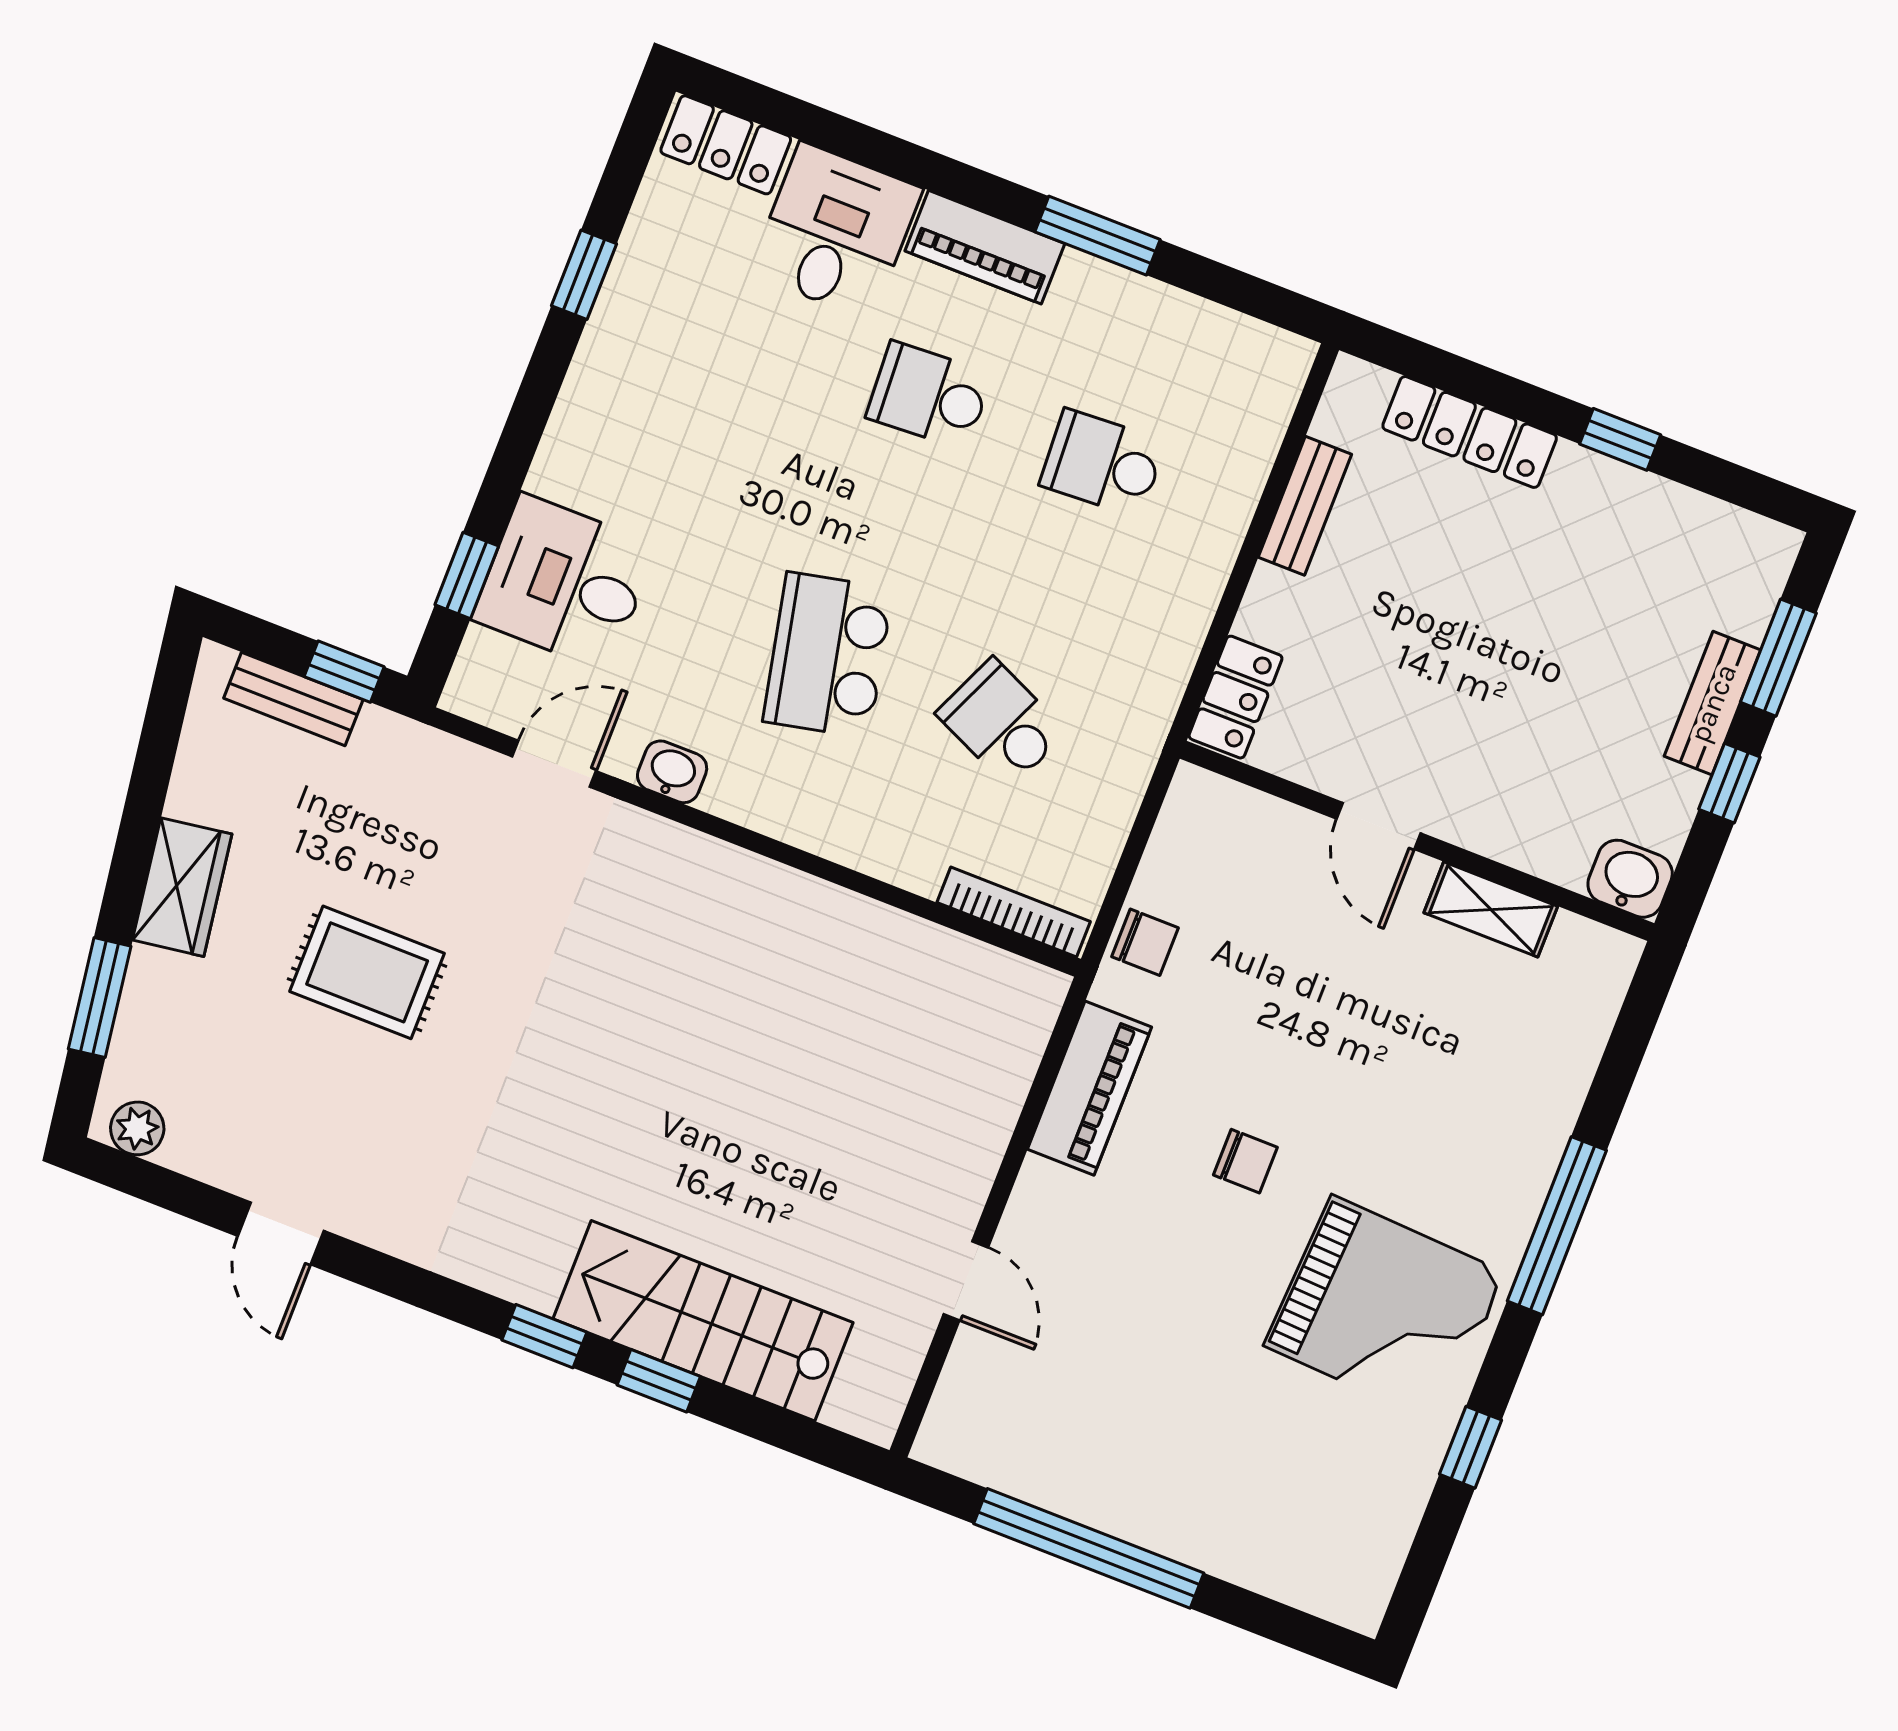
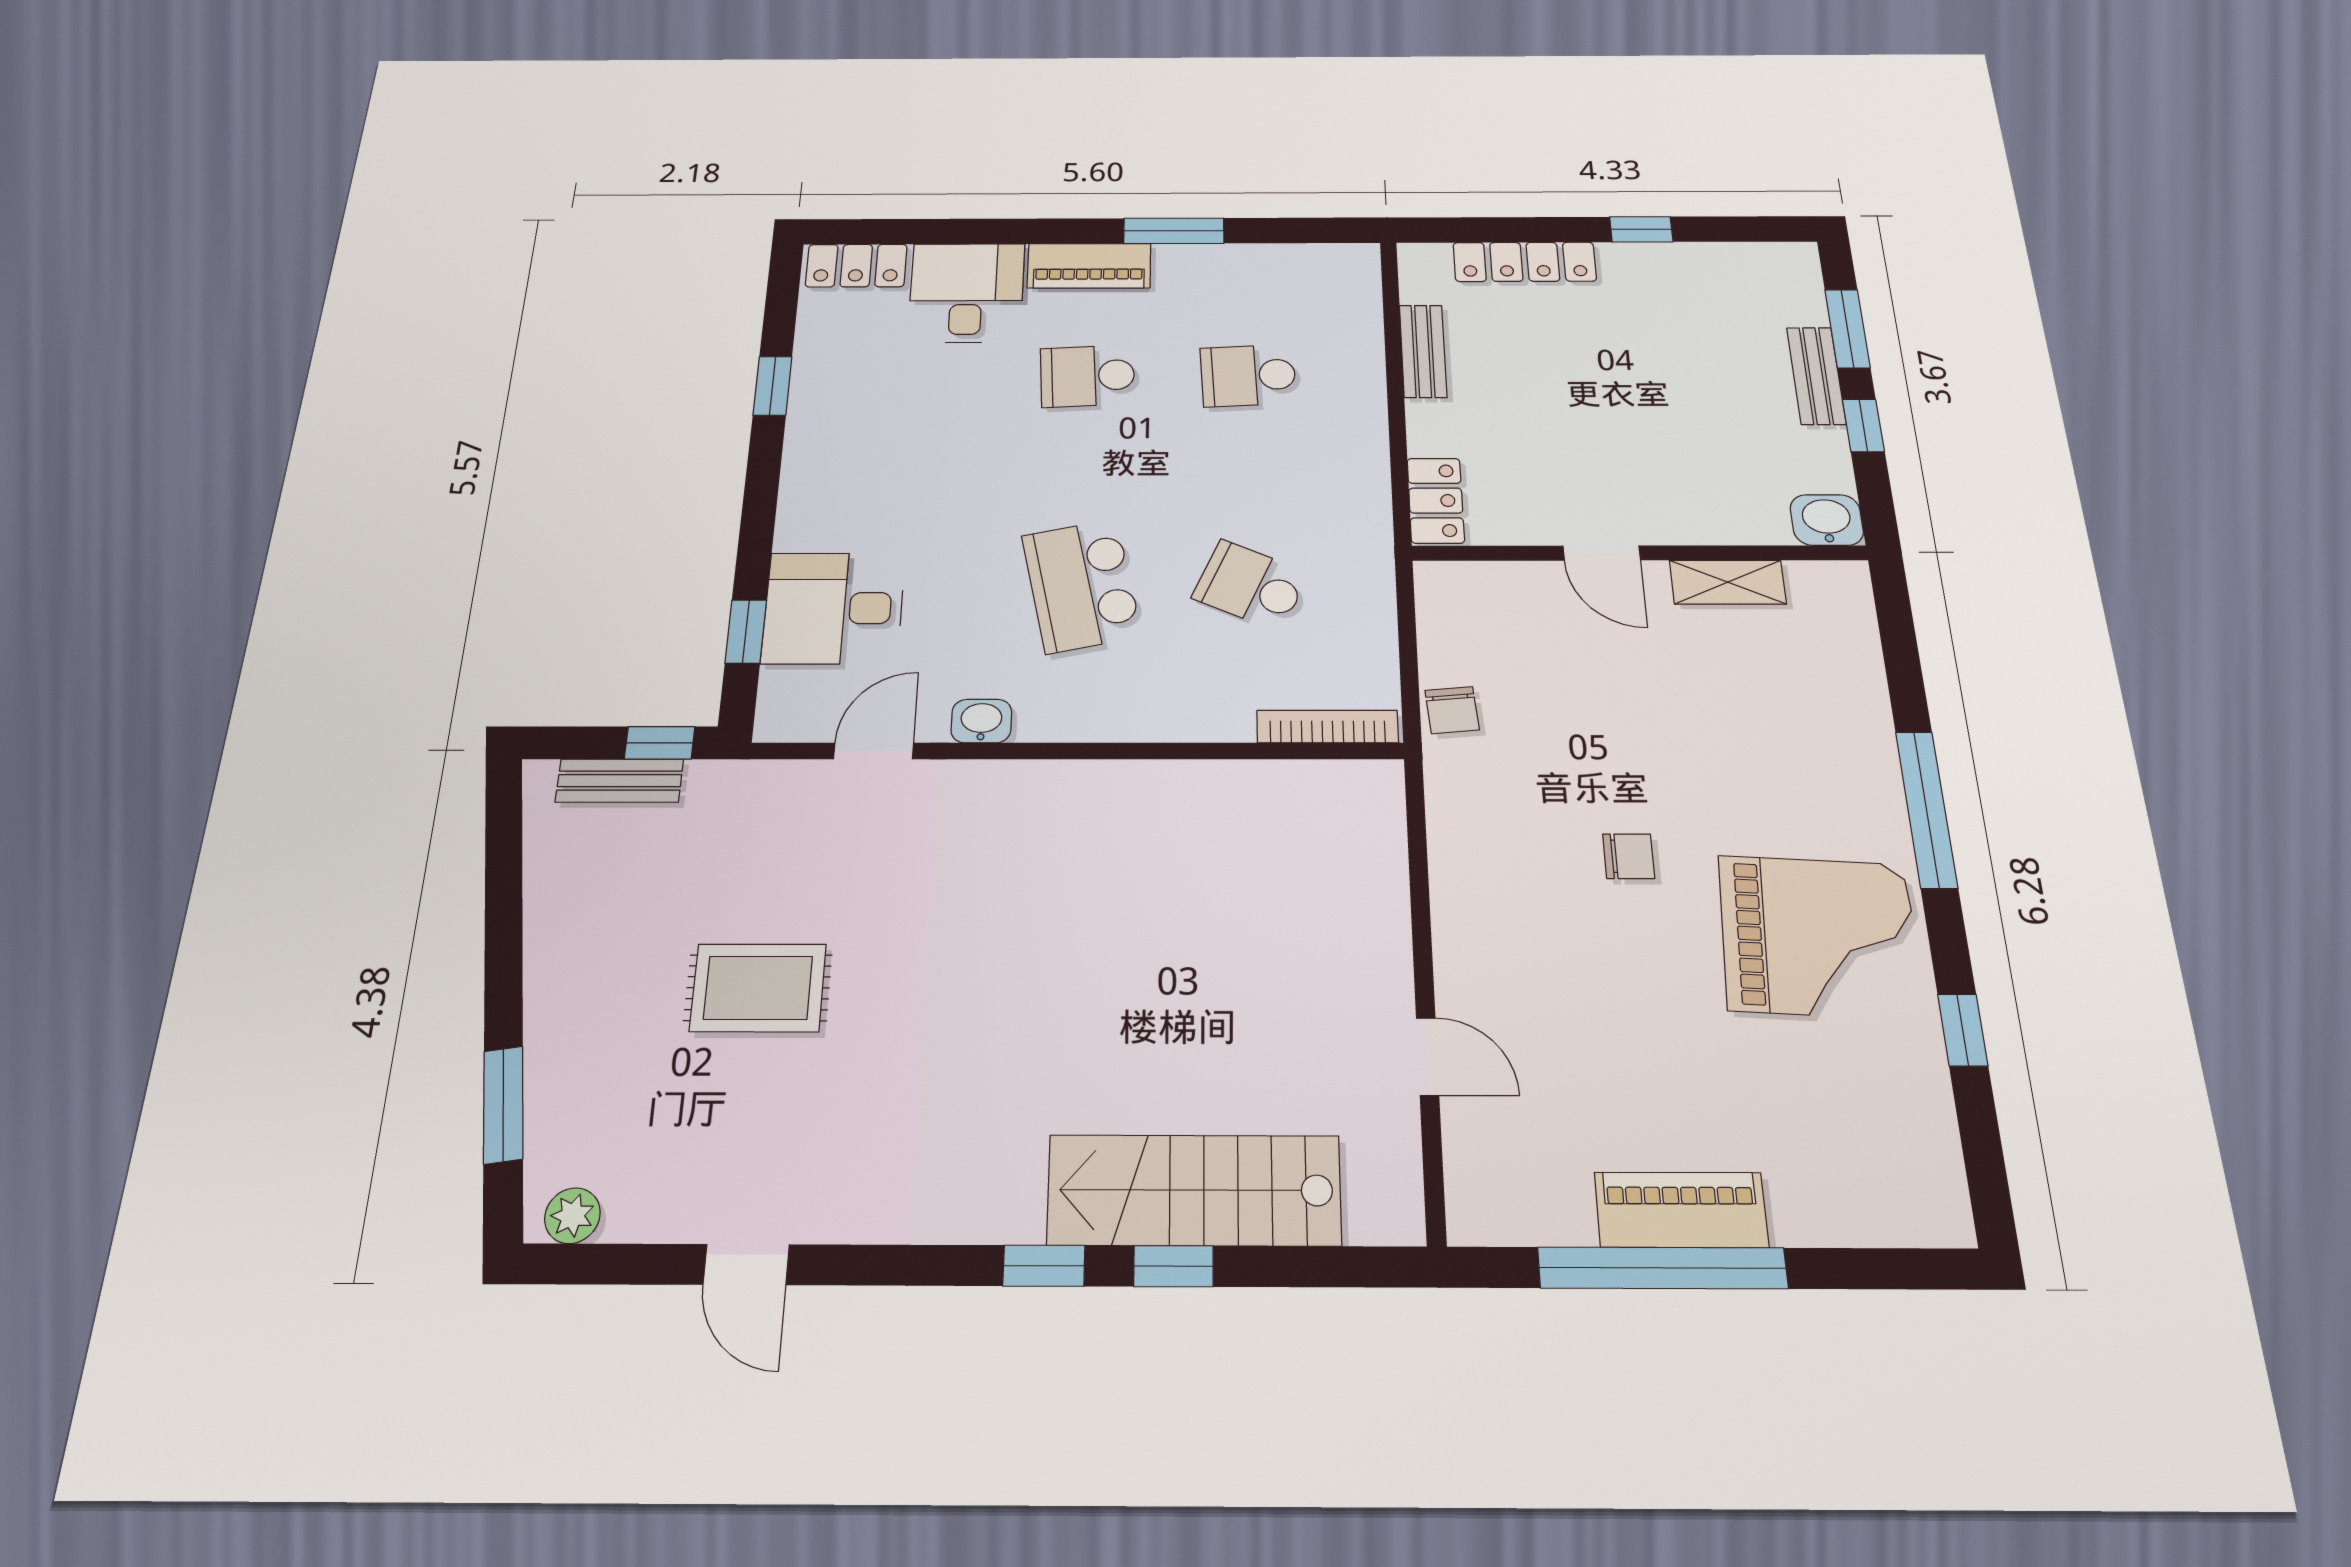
wardrobe: (182, 887) -> (559, 976), removed
chair: (1145, 942) -> (1452, 710), turned 85
piano: (1090, 1088) -> (1681, 1210), moved, turned -90

